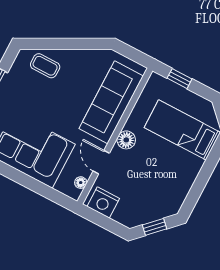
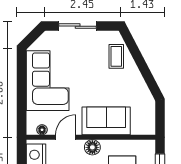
sofa: (111, 102) -> (106, 121), width x0.73

